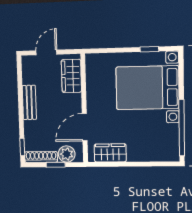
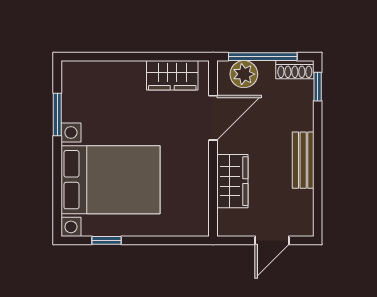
wardrobe: (71, 76) -> (232, 181), moved
window: (182, 128) -> (57, 114), width x0.47
shoe rack: (41, 157) -> (295, 70), width x0.70
window: (56, 165) -> (263, 57), width x2.17

